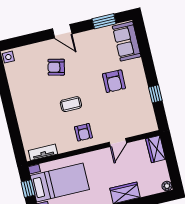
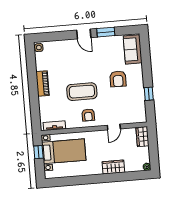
window: (104, 21) -> (106, 32), moved
armchair: (56, 67) -> (75, 61), removed
piano: (20, 101) -> (42, 83), added
coffee table: (71, 104) -> (82, 92), width x1.86, depth x1.72

